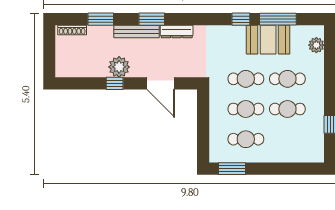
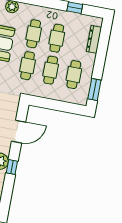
dresser: (295, 156) -> (94, 39), added

